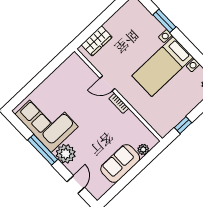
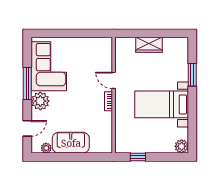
wardrobe: (97, 41) -> (149, 45), moved
plant: (143, 149) -> (46, 148), moved

